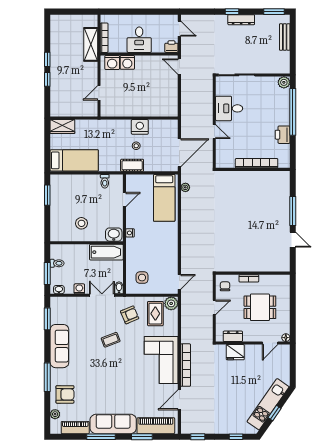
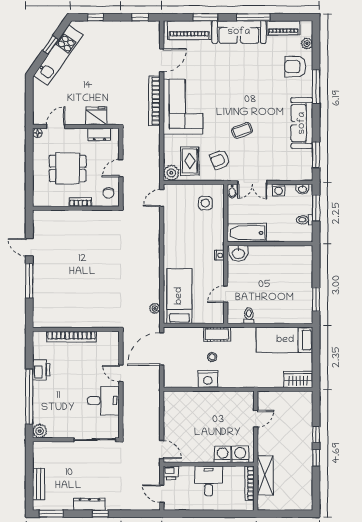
stool: (82, 223) -> (276, 266), removed

